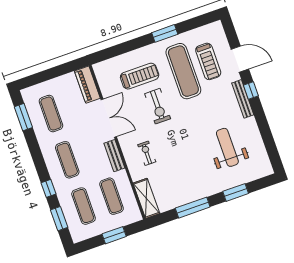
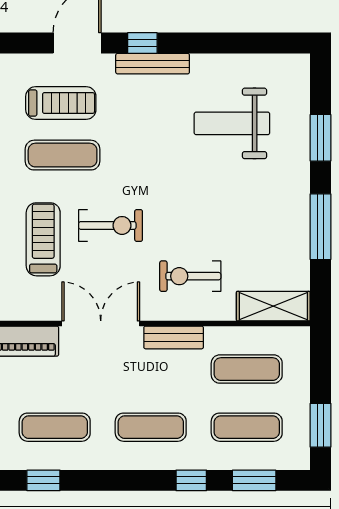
exercise mat: (183, 71) -> (63, 155), width x0.73, depth x0.69
window: (23, 117) -> (43, 480), width x0.67
exercise bike: (147, 153) -> (190, 276), width x1.38, depth x1.39
window: (114, 235) -> (321, 425), moved

